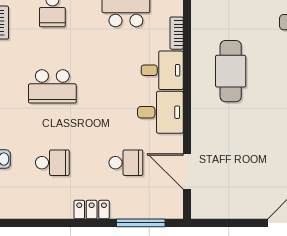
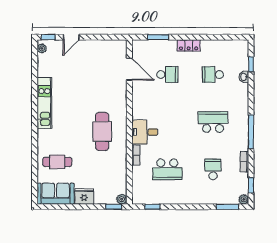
desk: (160, 112) -> (146, 106), removed
school desk: (126, 163) -> (167, 75), turned 180
window: (141, 223) -> (158, 37), width x0.69

